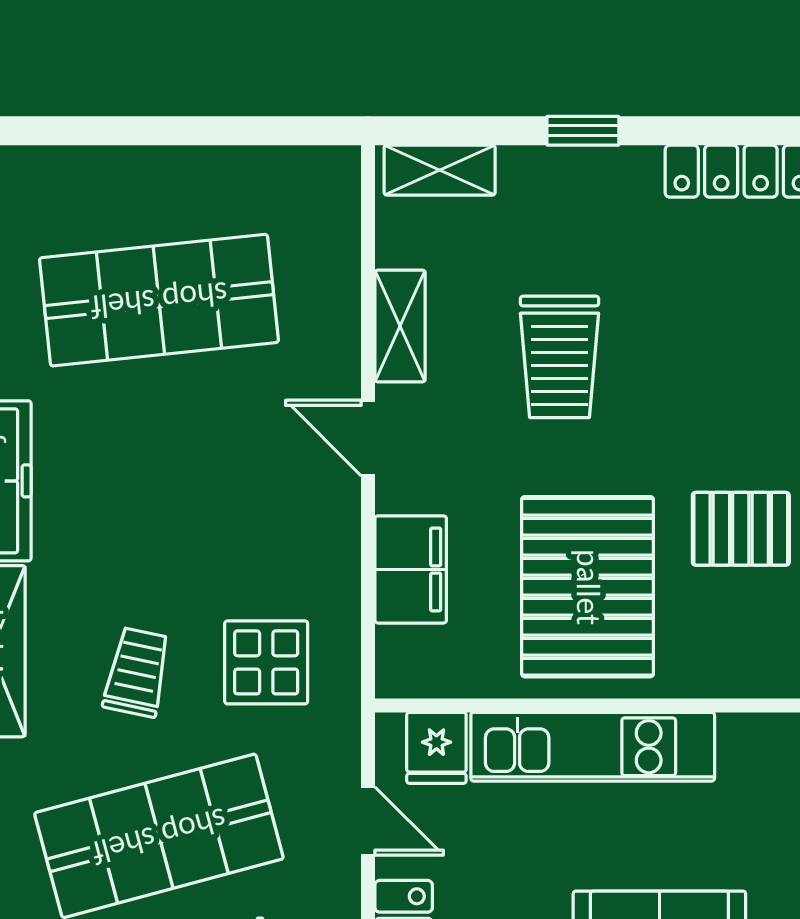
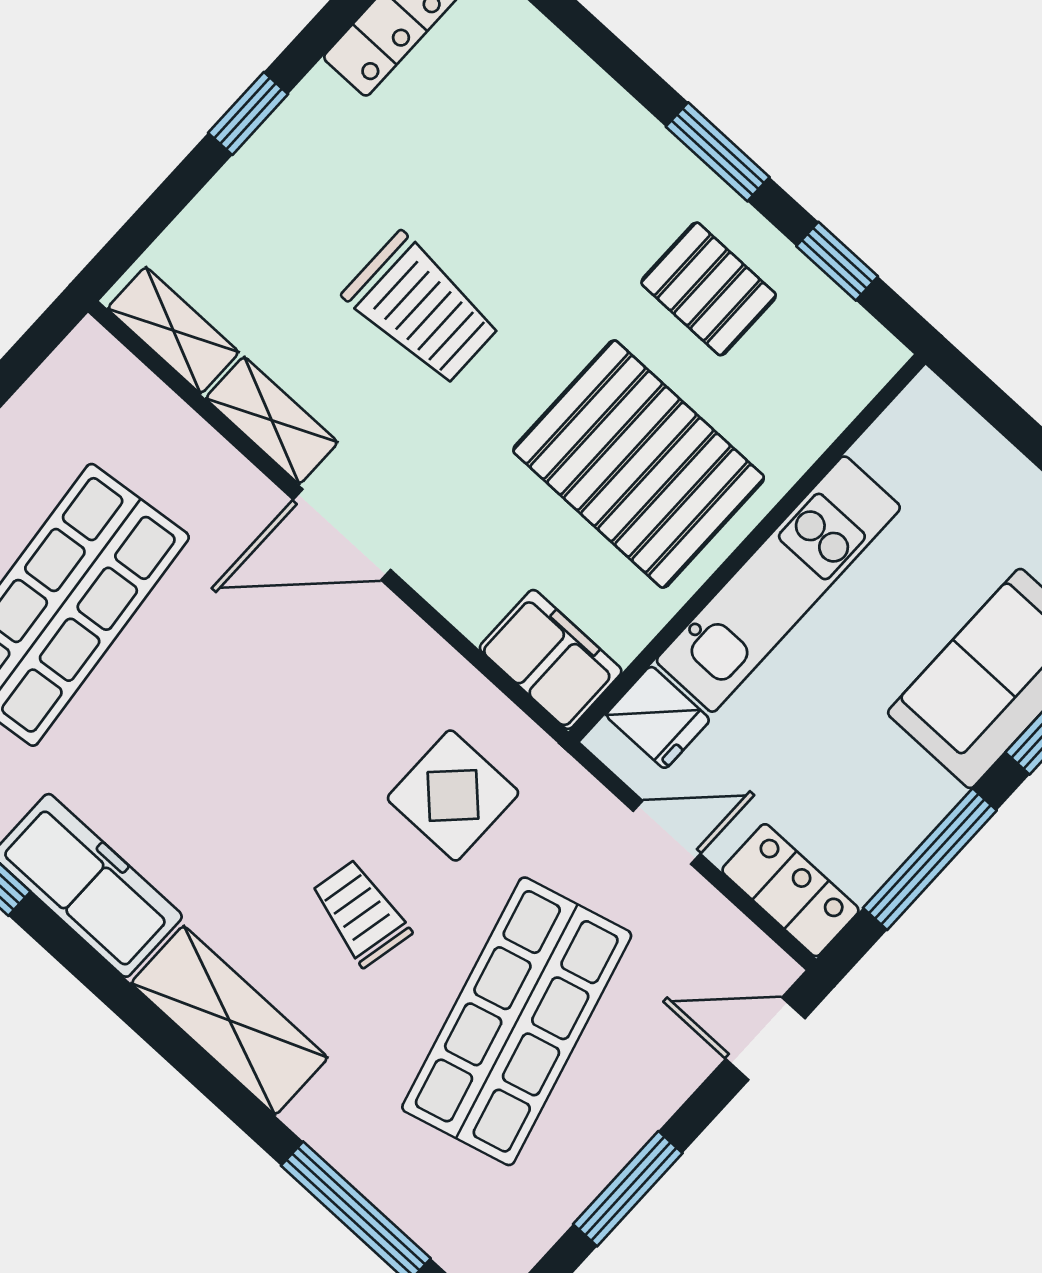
shelving: (440, 170) -> (173, 330), moved, turned 90
door: (368, 438) -> (342, 535), width x1.38
pallet: (741, 529) -> (709, 289), turned 90
filing cabinet: (411, 569) -> (551, 659), moved

